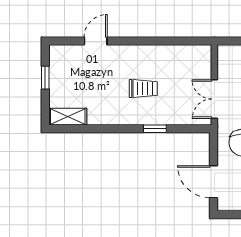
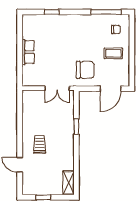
trolley: (143, 88) -> (40, 144), moved

